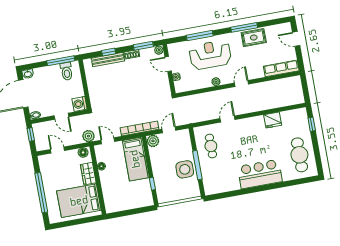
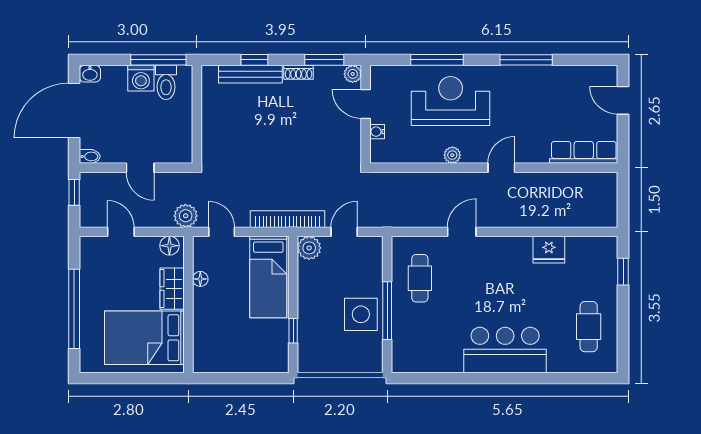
rug: (254, 38) -> (541, 83), removed
washing machine: (80, 104) -> (141, 78), moved, turned -90
cafe table: (299, 155) -> (589, 327), width x0.73, depth x0.74

